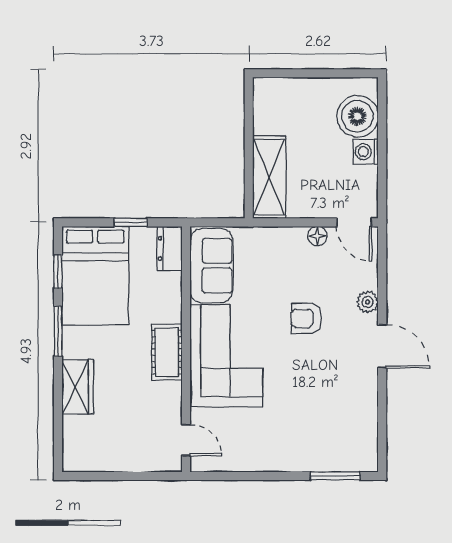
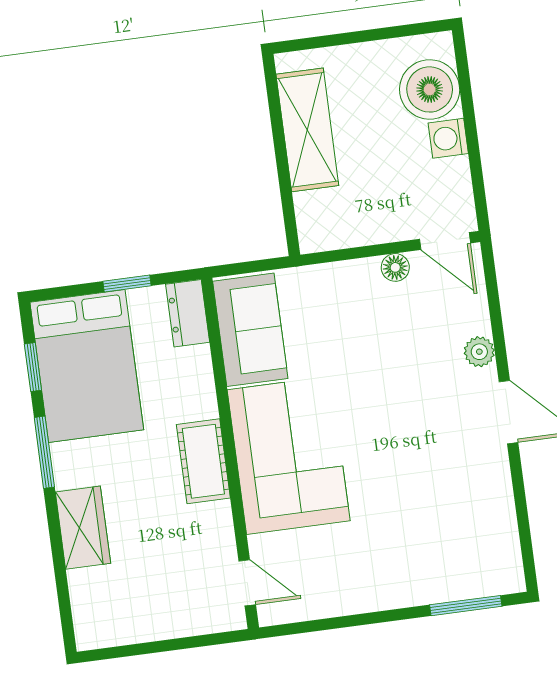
shelving: (269, 177) -> (307, 130), moved
armchair: (306, 318) -> (395, 387), removed

